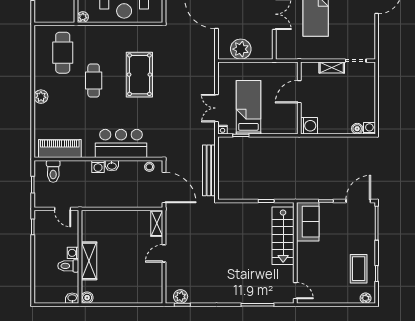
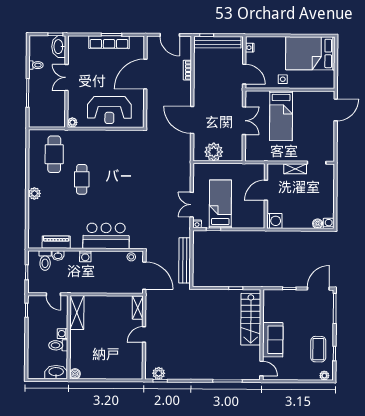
pool table: (139, 75) -> (123, 174), removed
piano: (60, 148) -> (56, 242), width x0.73, depth x0.75
washbasin: (112, 166) -> (58, 255), moved
sofa: (308, 222) -> (273, 340), moved
shelving: (89, 261) -> (77, 313), moved
washbasin: (72, 298) -> (56, 372), width x1.91, depth x1.45

